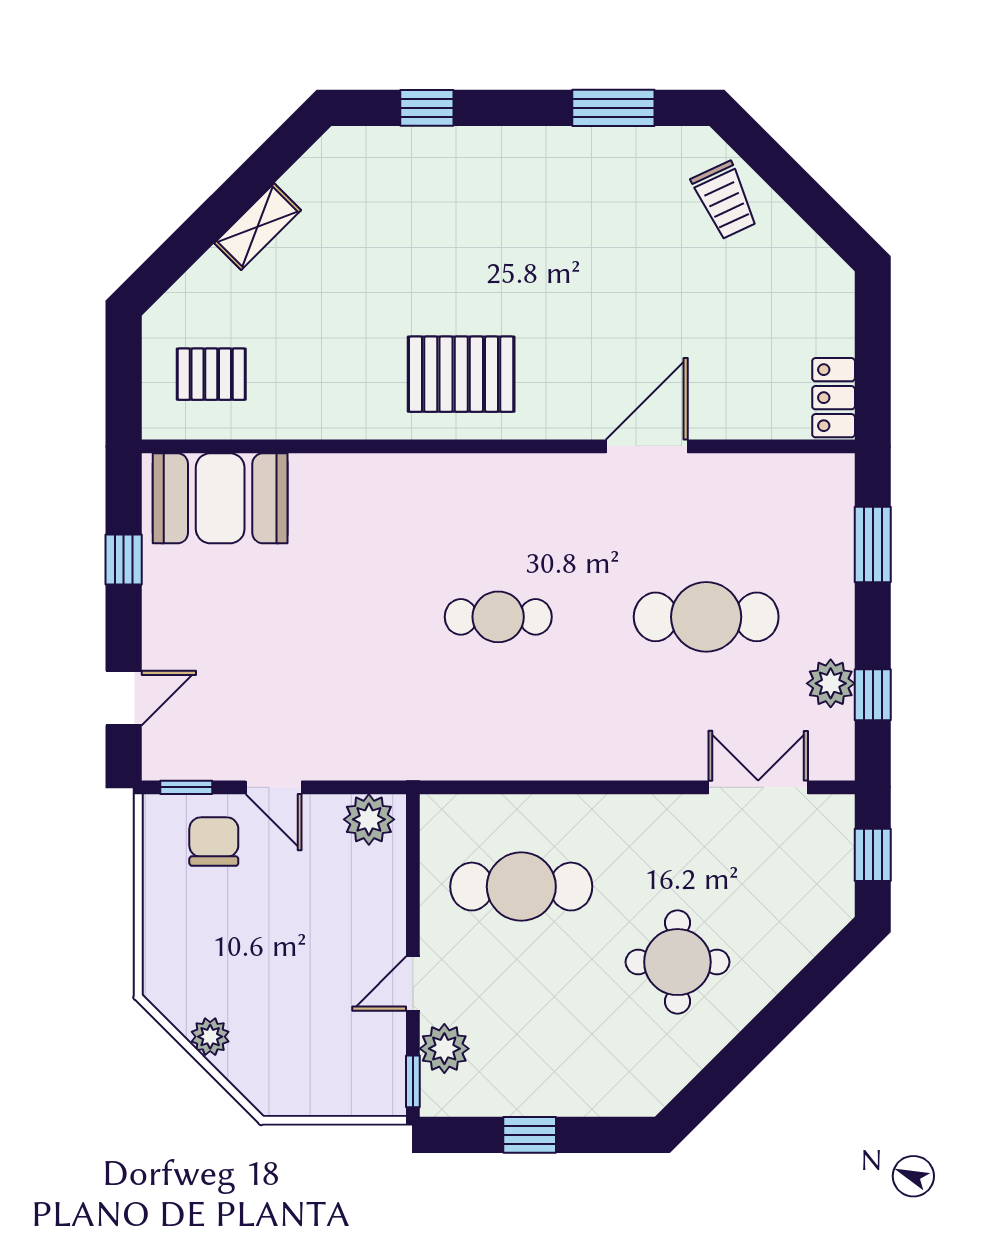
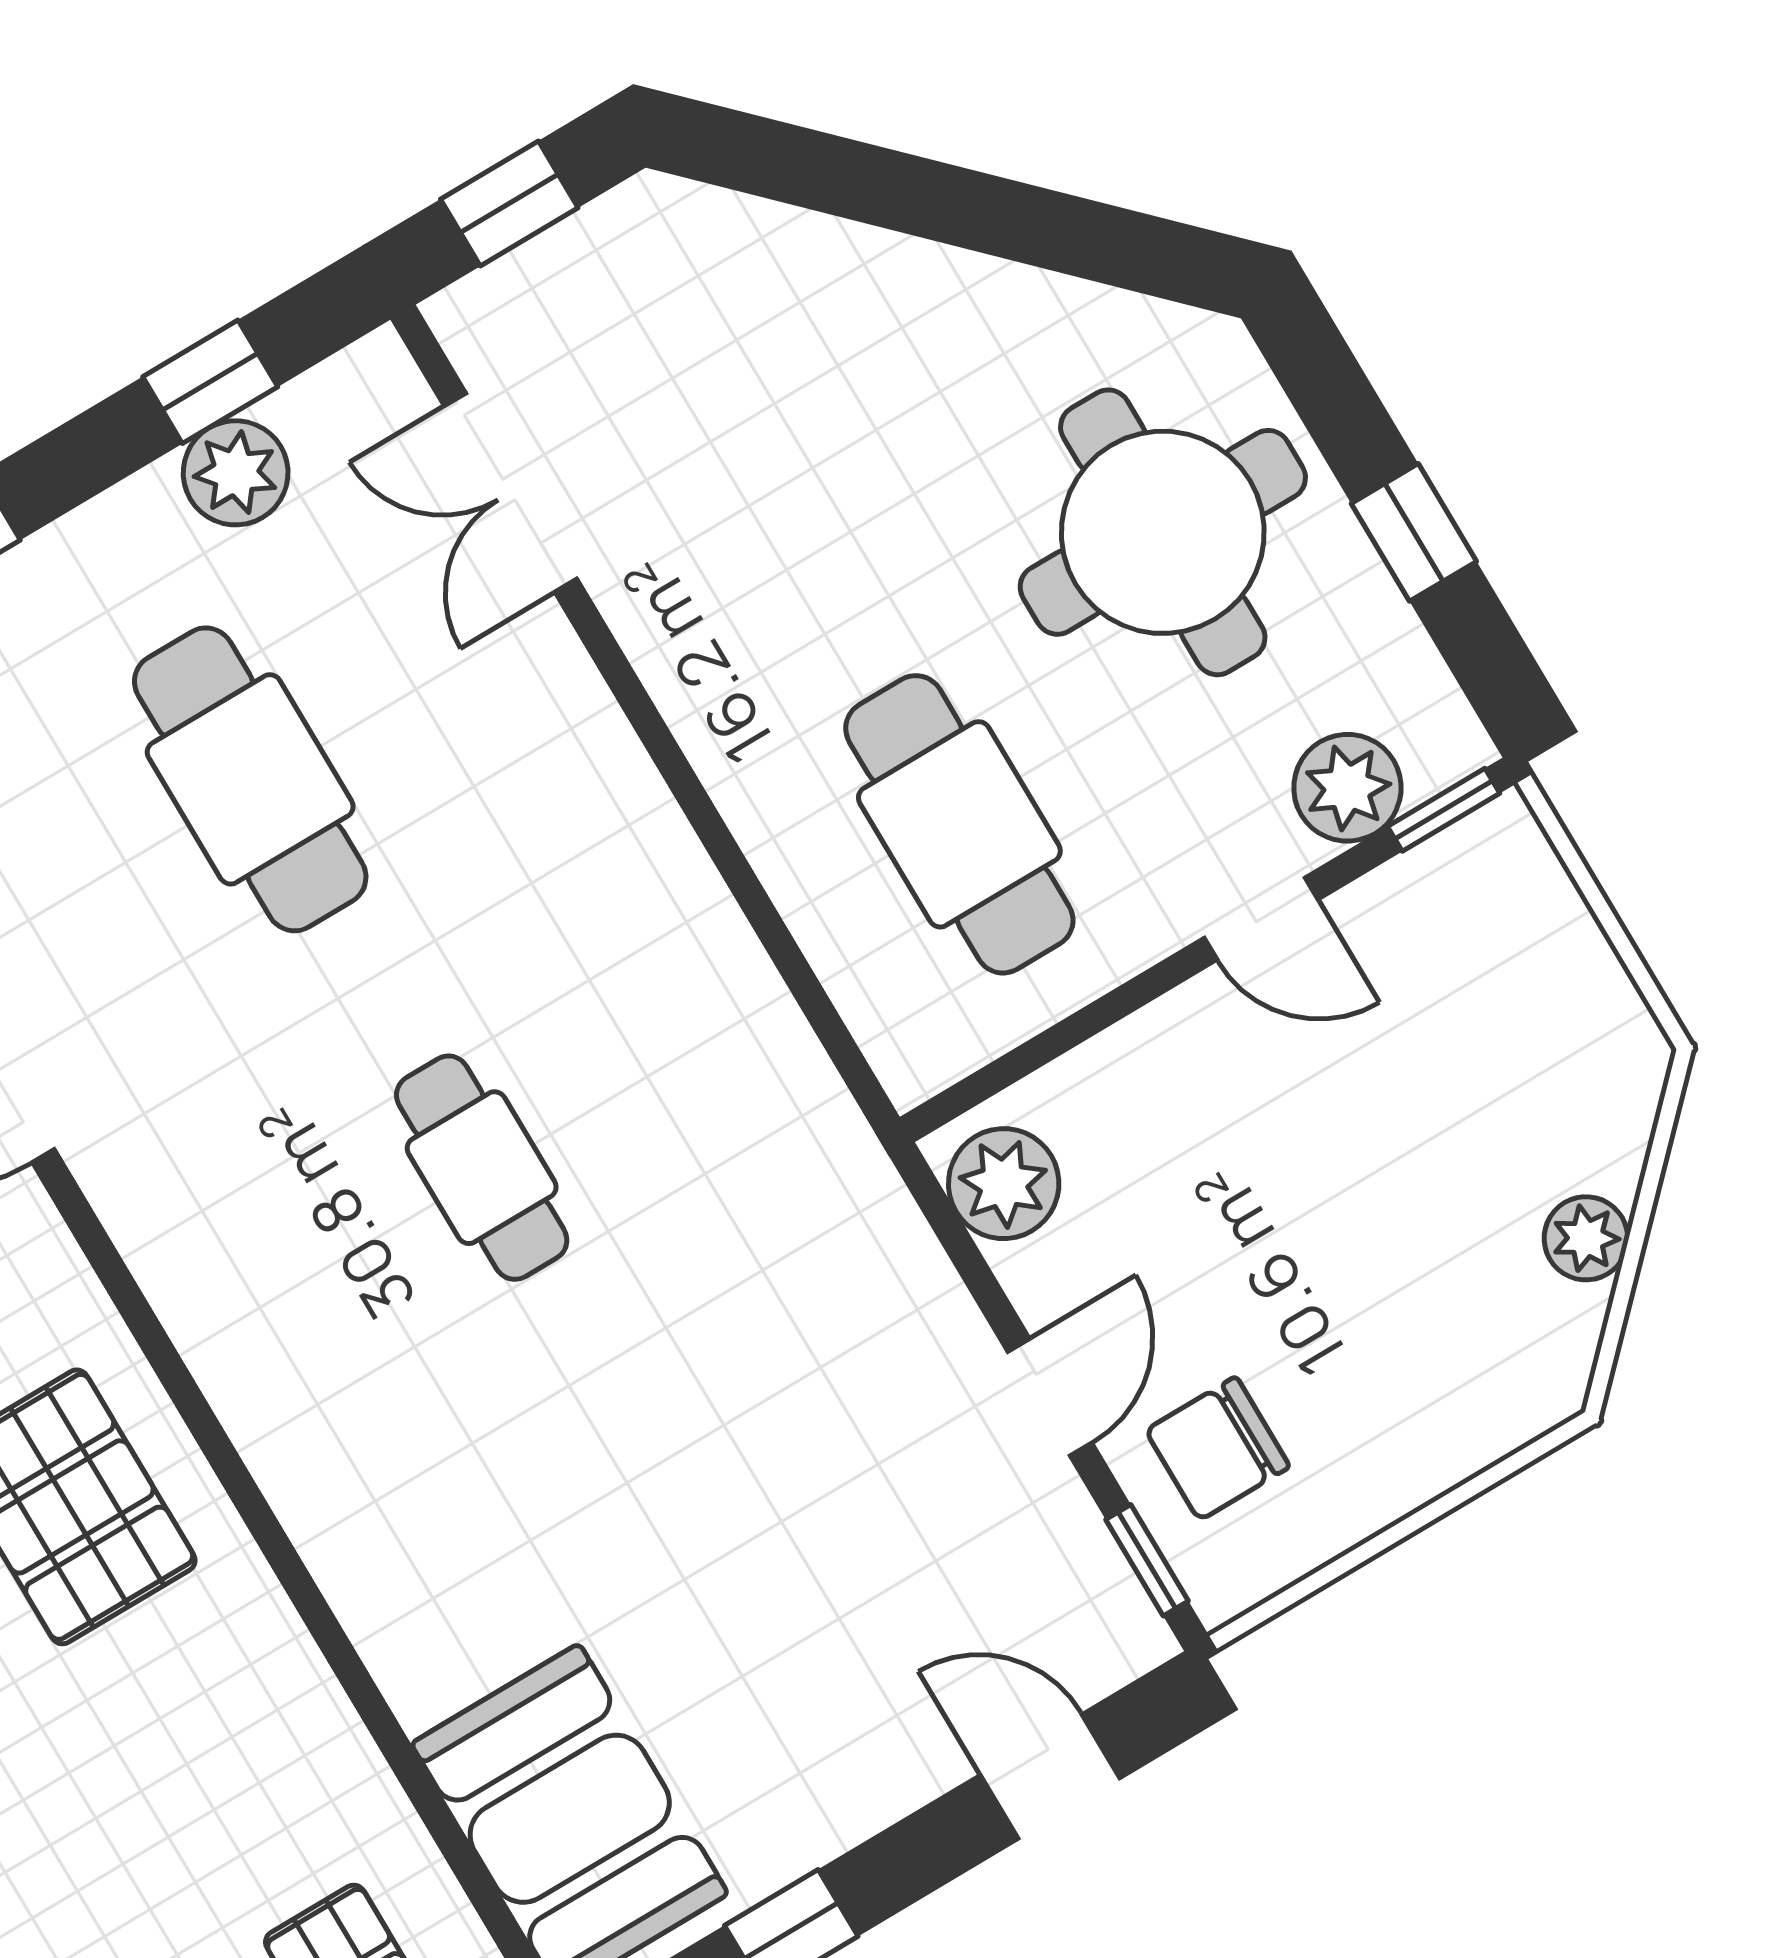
round table: (677, 962) -> (1163, 532), moved, width x1.36, depth x1.36

